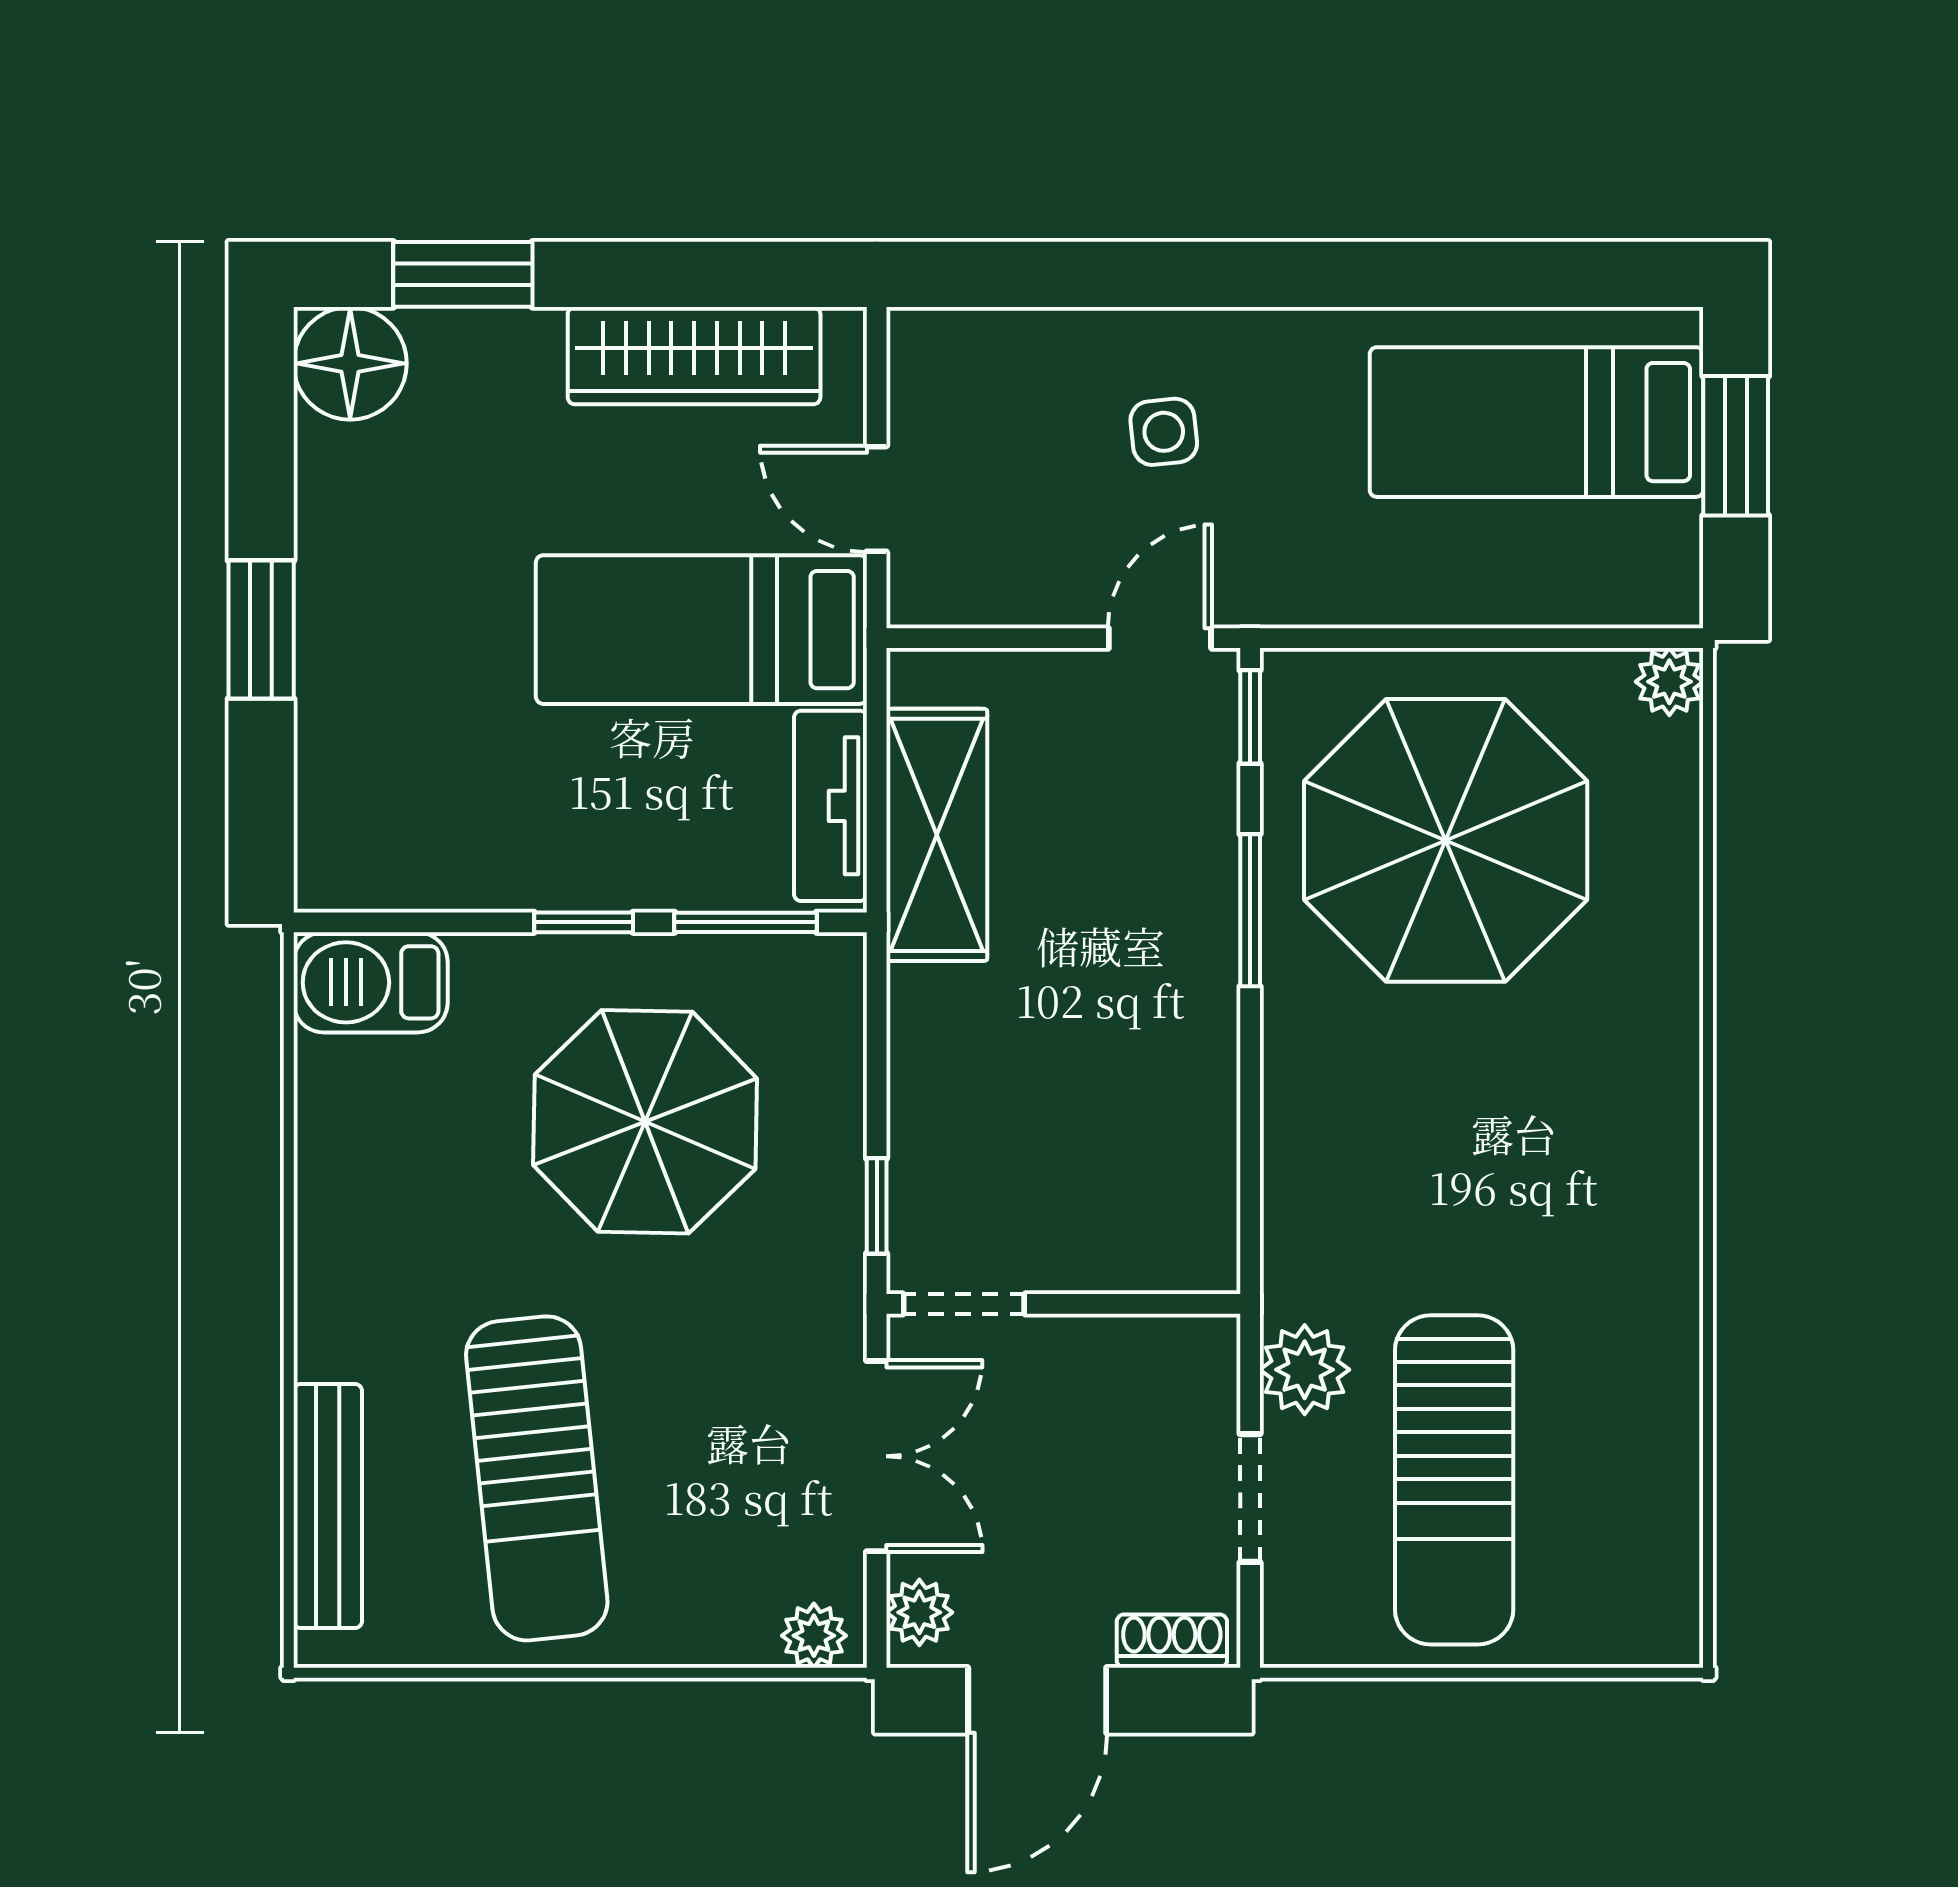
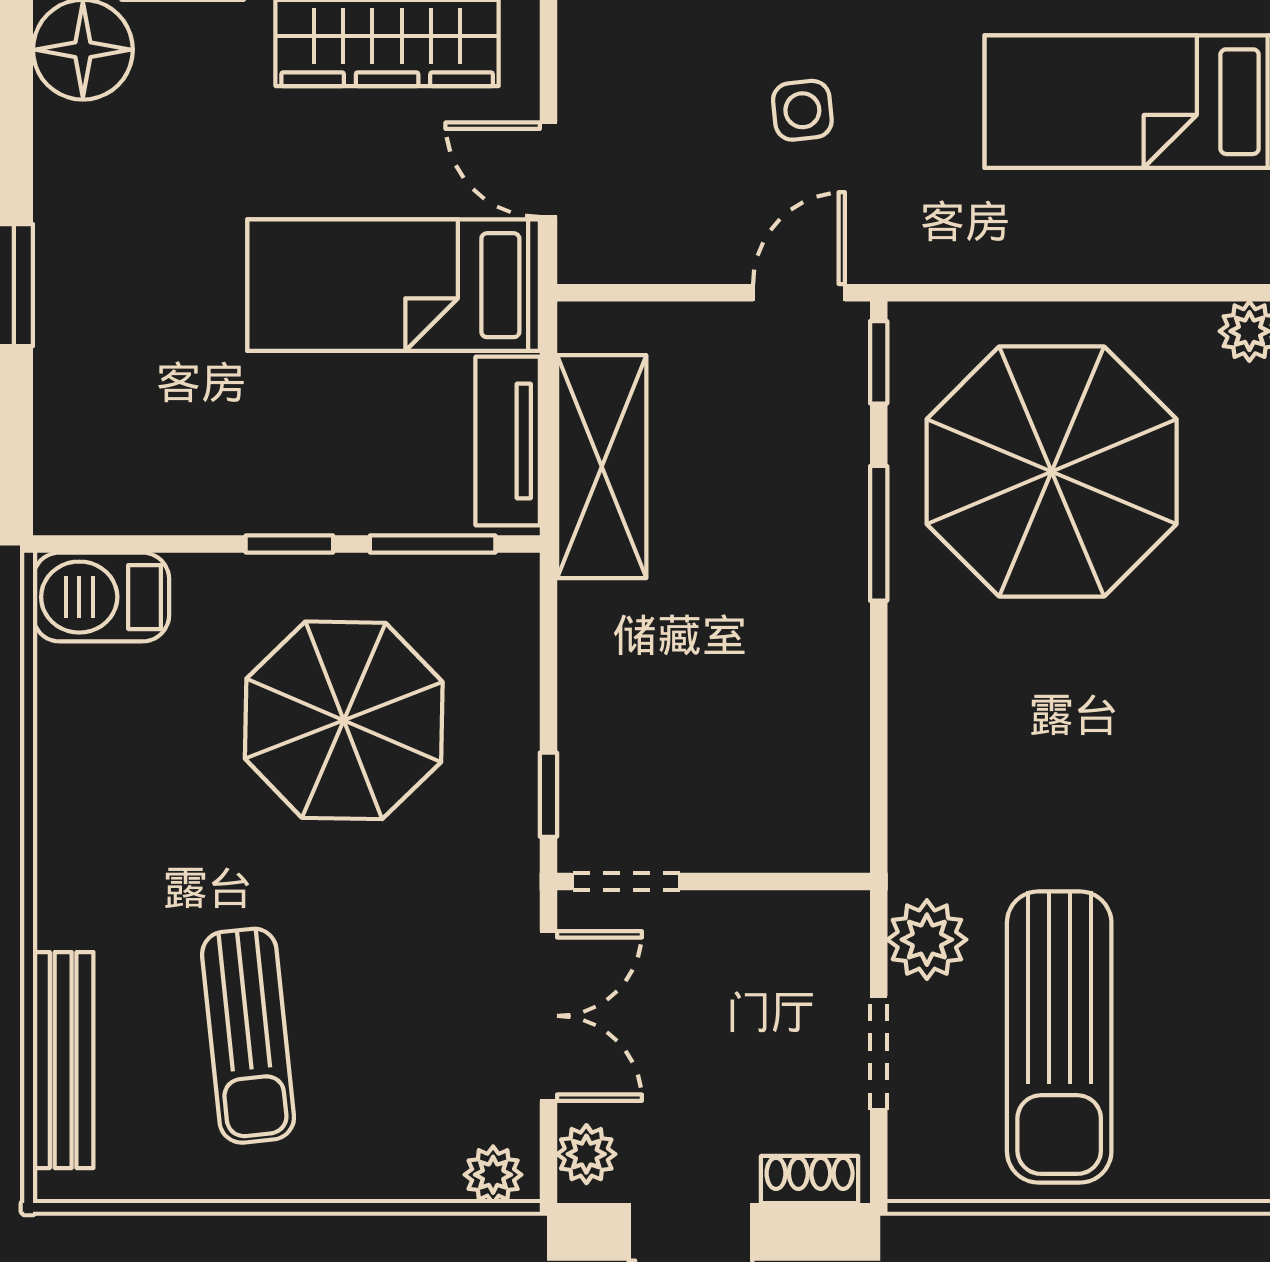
sun lounger: (537, 1478) -> (248, 1036), width x0.73, depth x0.75

